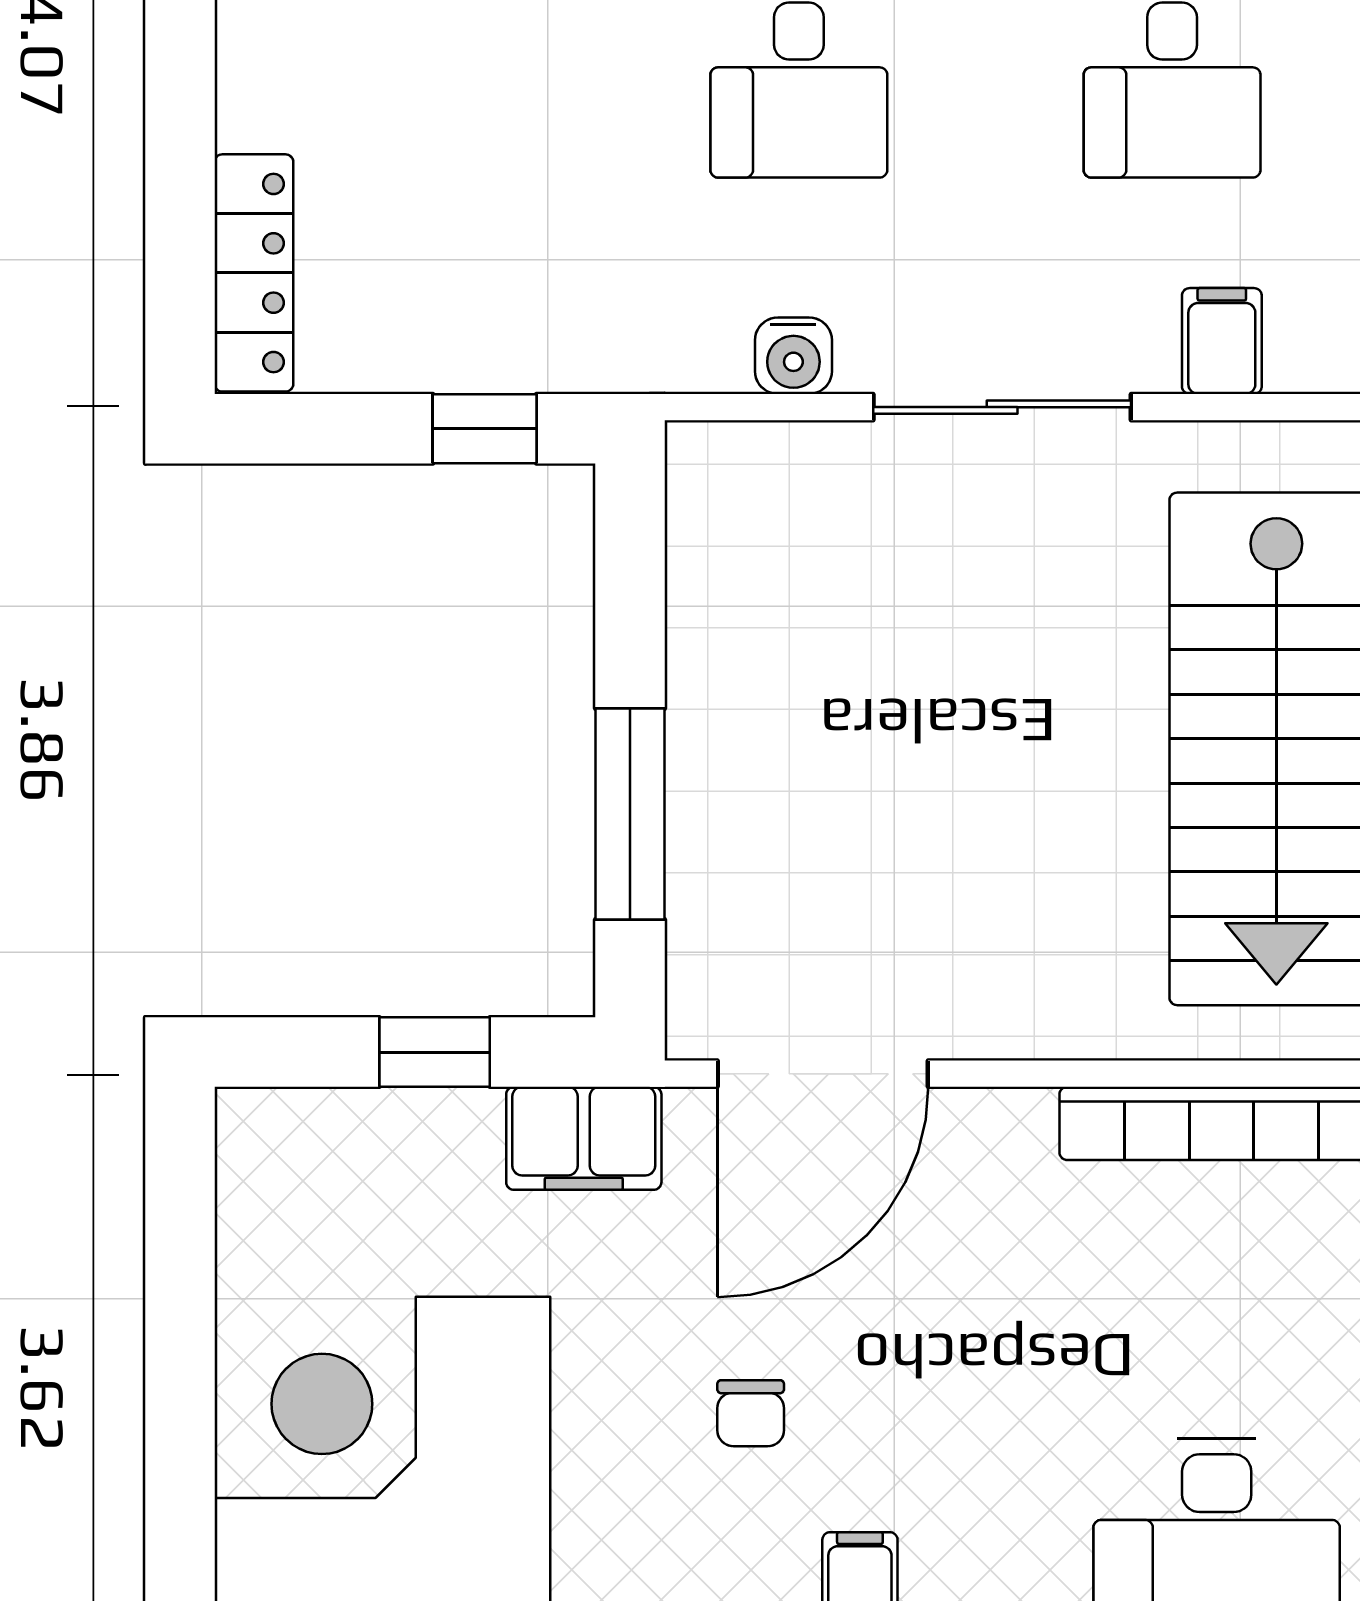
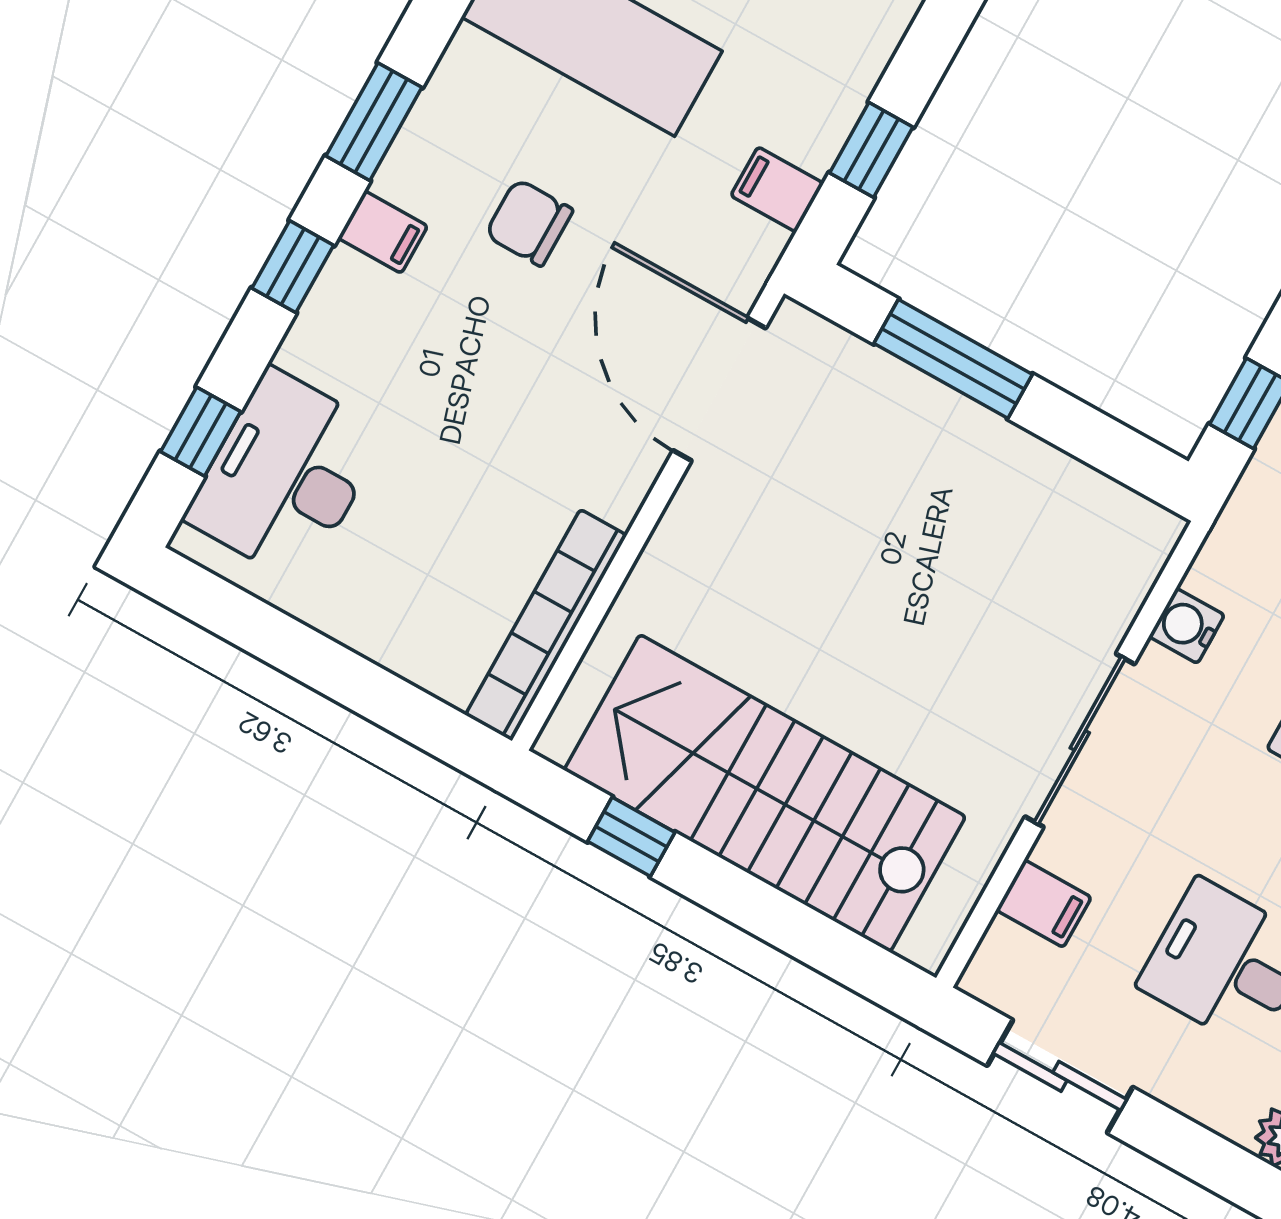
filing cabinet: (584, 1138) -> (777, 189), width x0.50
chair: (751, 1413) -> (529, 223), width x1.37, depth x1.37

